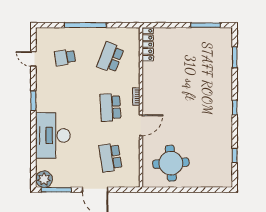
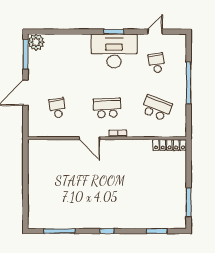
desk: (53, 135) -> (114, 51), moved
window: (235, 155) -> (59, 231), width x2.17
school desk: (110, 157) -> (57, 108), width x0.54
round table: (171, 163) -> (52, 168), removed

